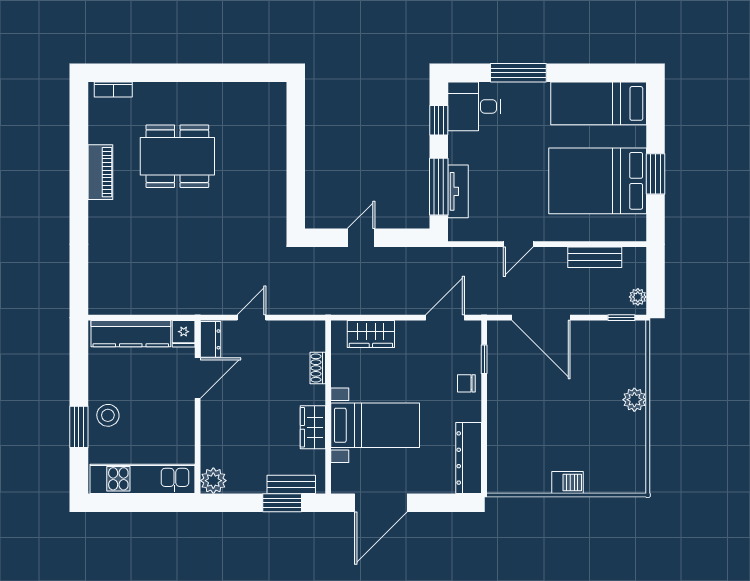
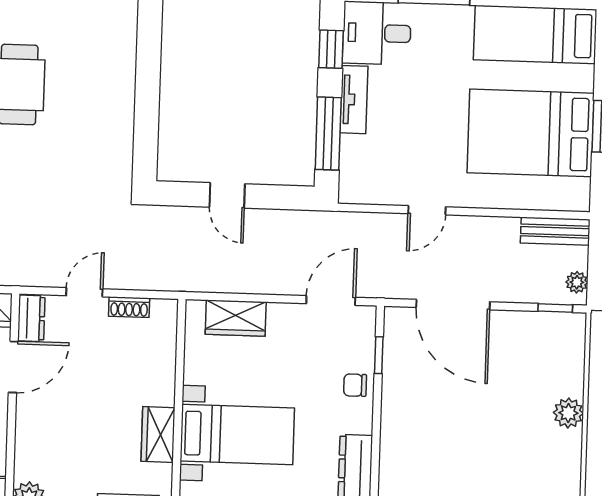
tv unit: (458, 191) -> (354, 100), moved
door: (361, 238) -> (227, 195), swing flipped
bench: (595, 257) -> (555, 231), moved
shoe rack: (318, 368) -> (129, 307), moved, turned -90

